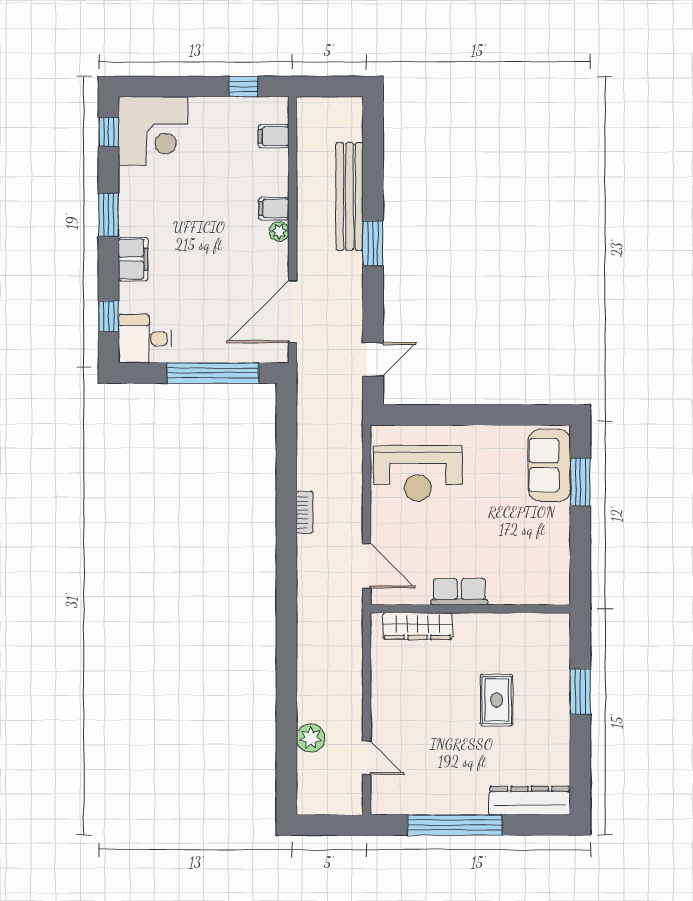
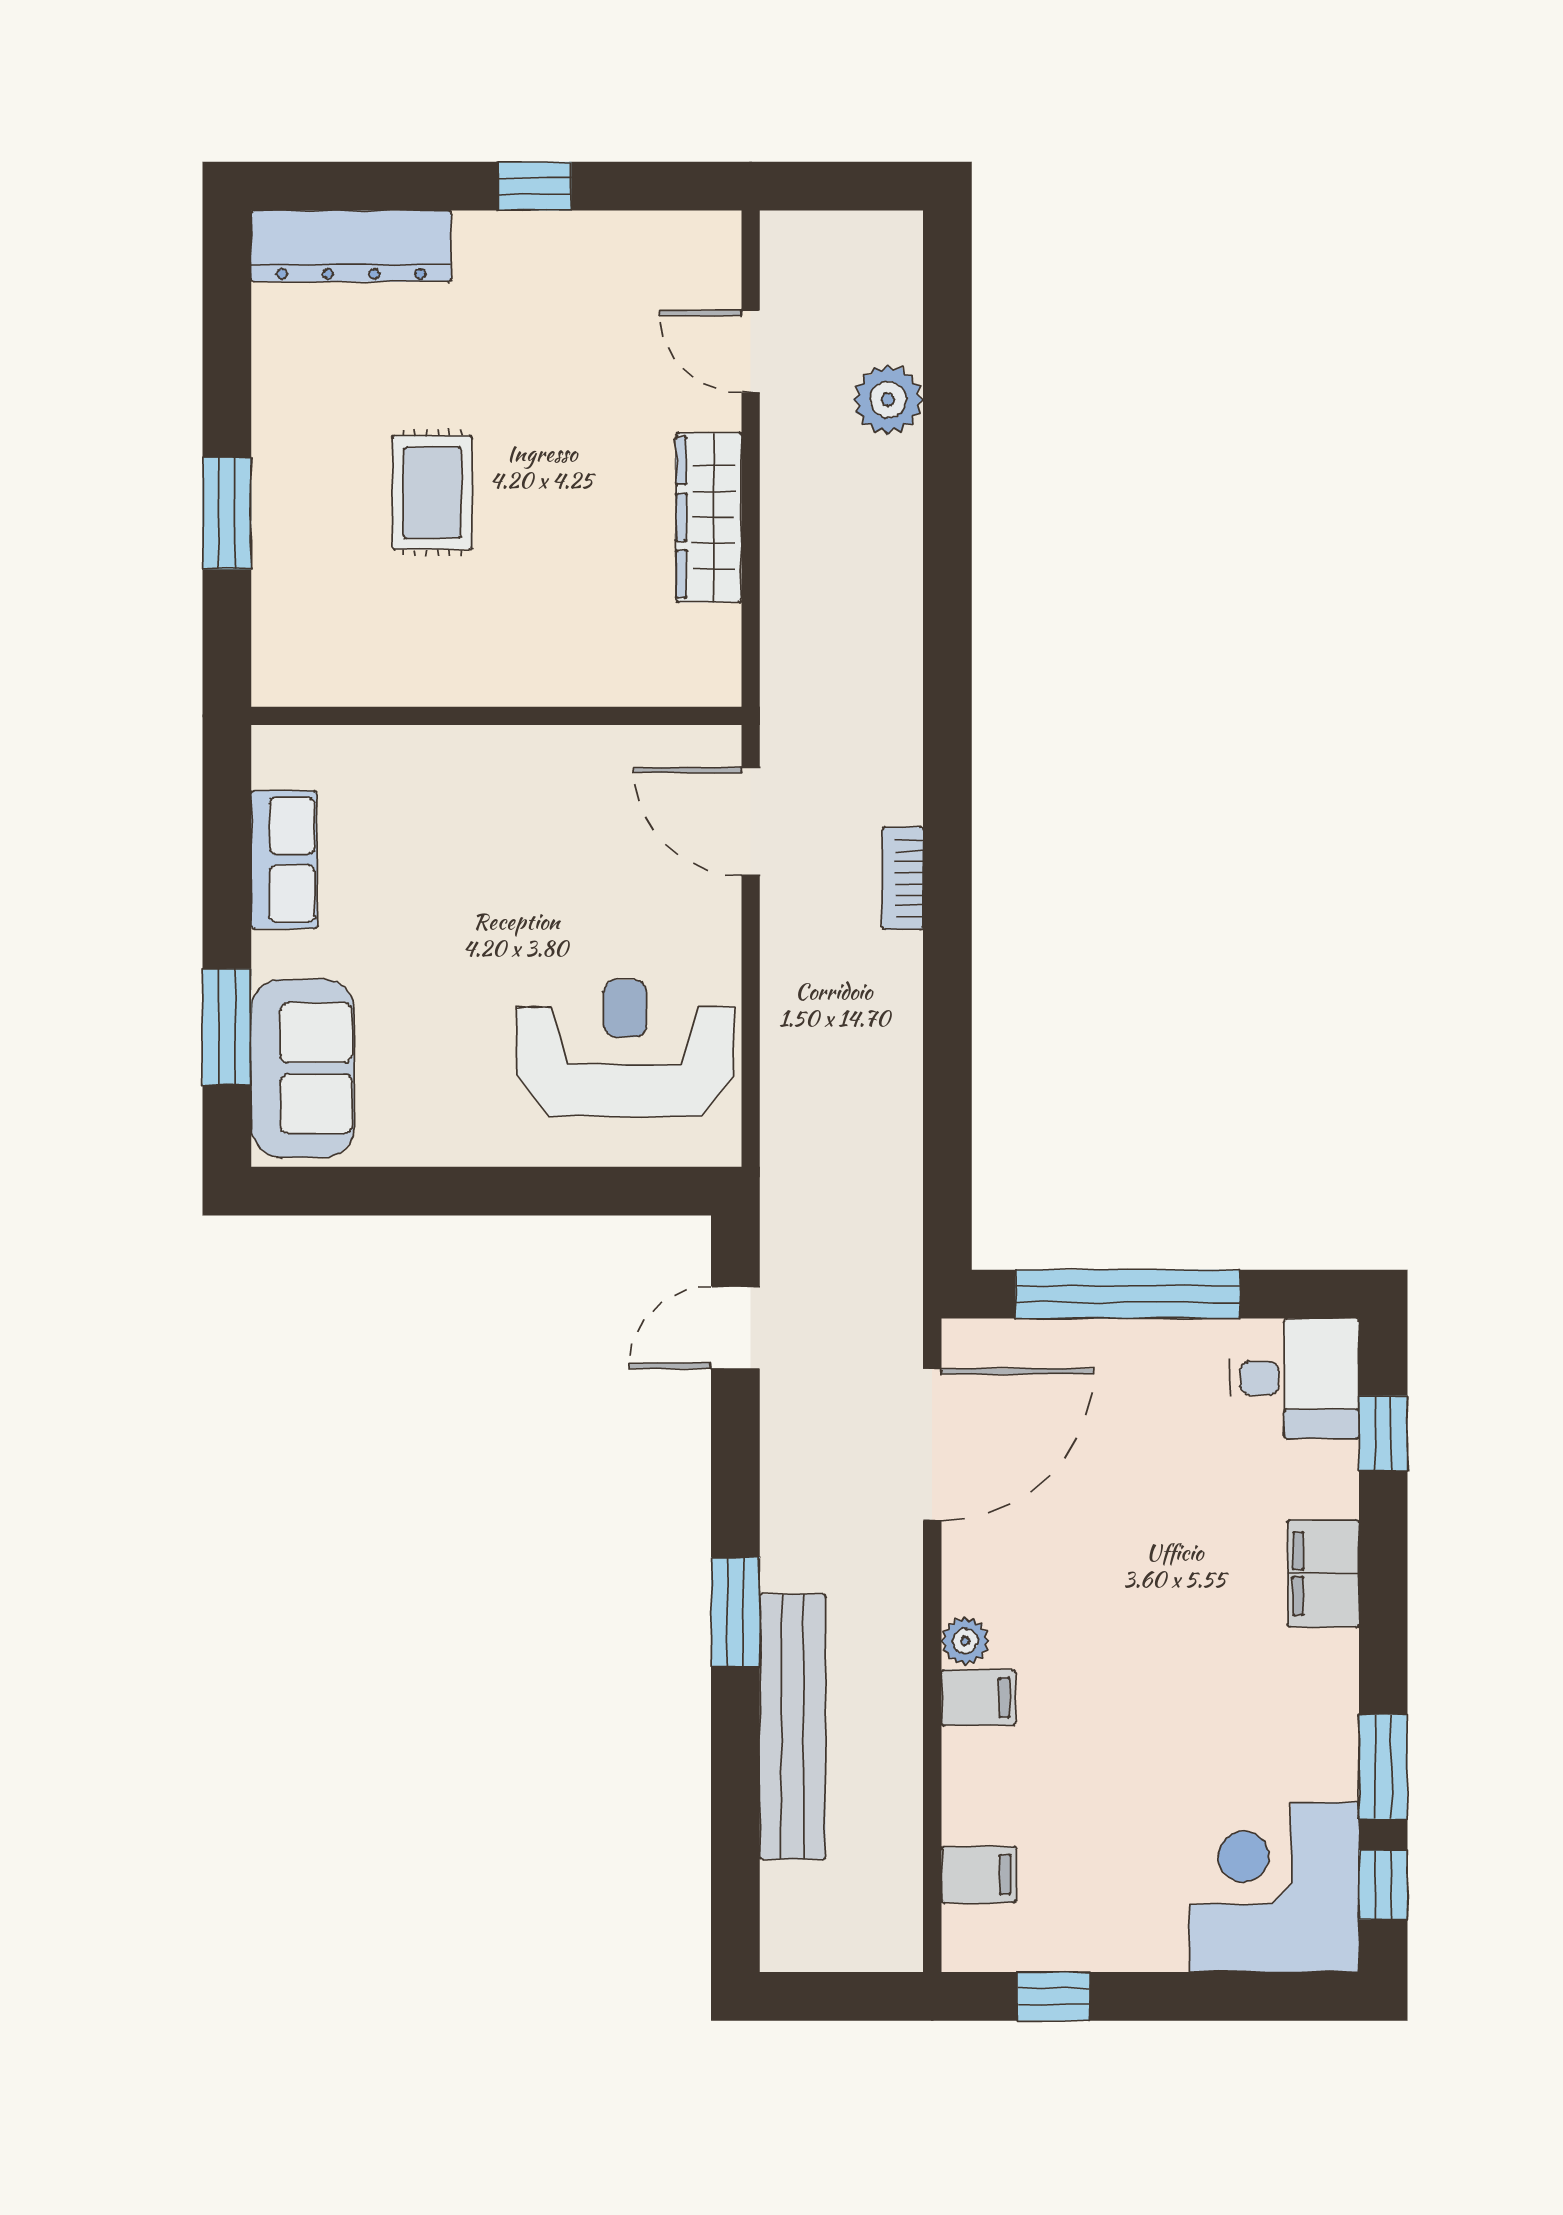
window: (109, 215) -> (1383, 1767), moved
bookcase: (305, 512) -> (903, 878), moved
row of seats: (459, 592) -> (284, 860), moved, turned -90
wardrobe: (418, 626) -> (709, 517), moved, turned -90
window: (455, 825) -> (535, 186), width x0.32

